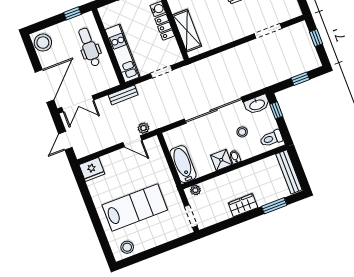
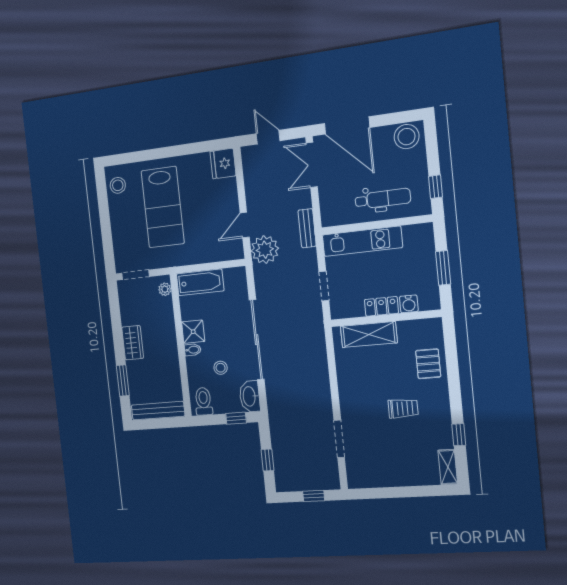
plant: (143, 128) -> (265, 250), width x1.88, depth x1.88

